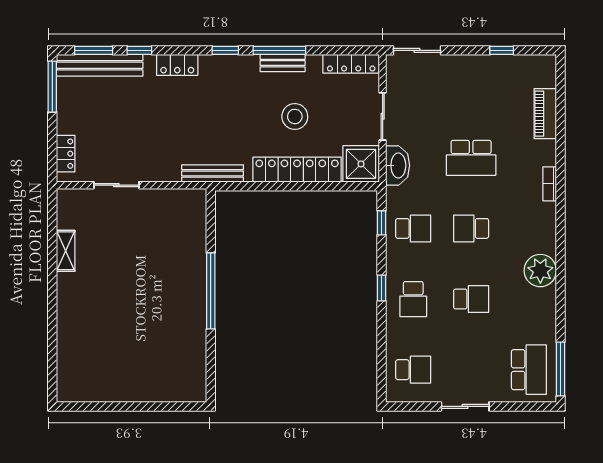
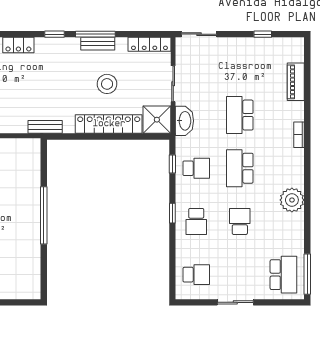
school desk: (471, 158) -> (240, 115), turned 90
bench: (213, 173) -> (45, 127), width x0.73
school desk: (471, 228) -> (240, 168), width x1.85
school desk: (471, 299) -> (240, 221), turned -90

